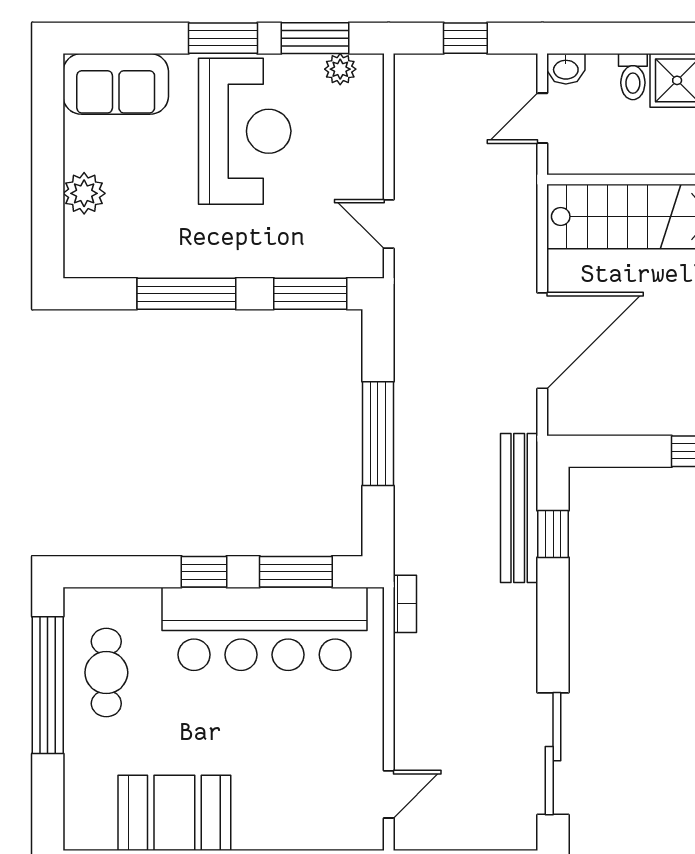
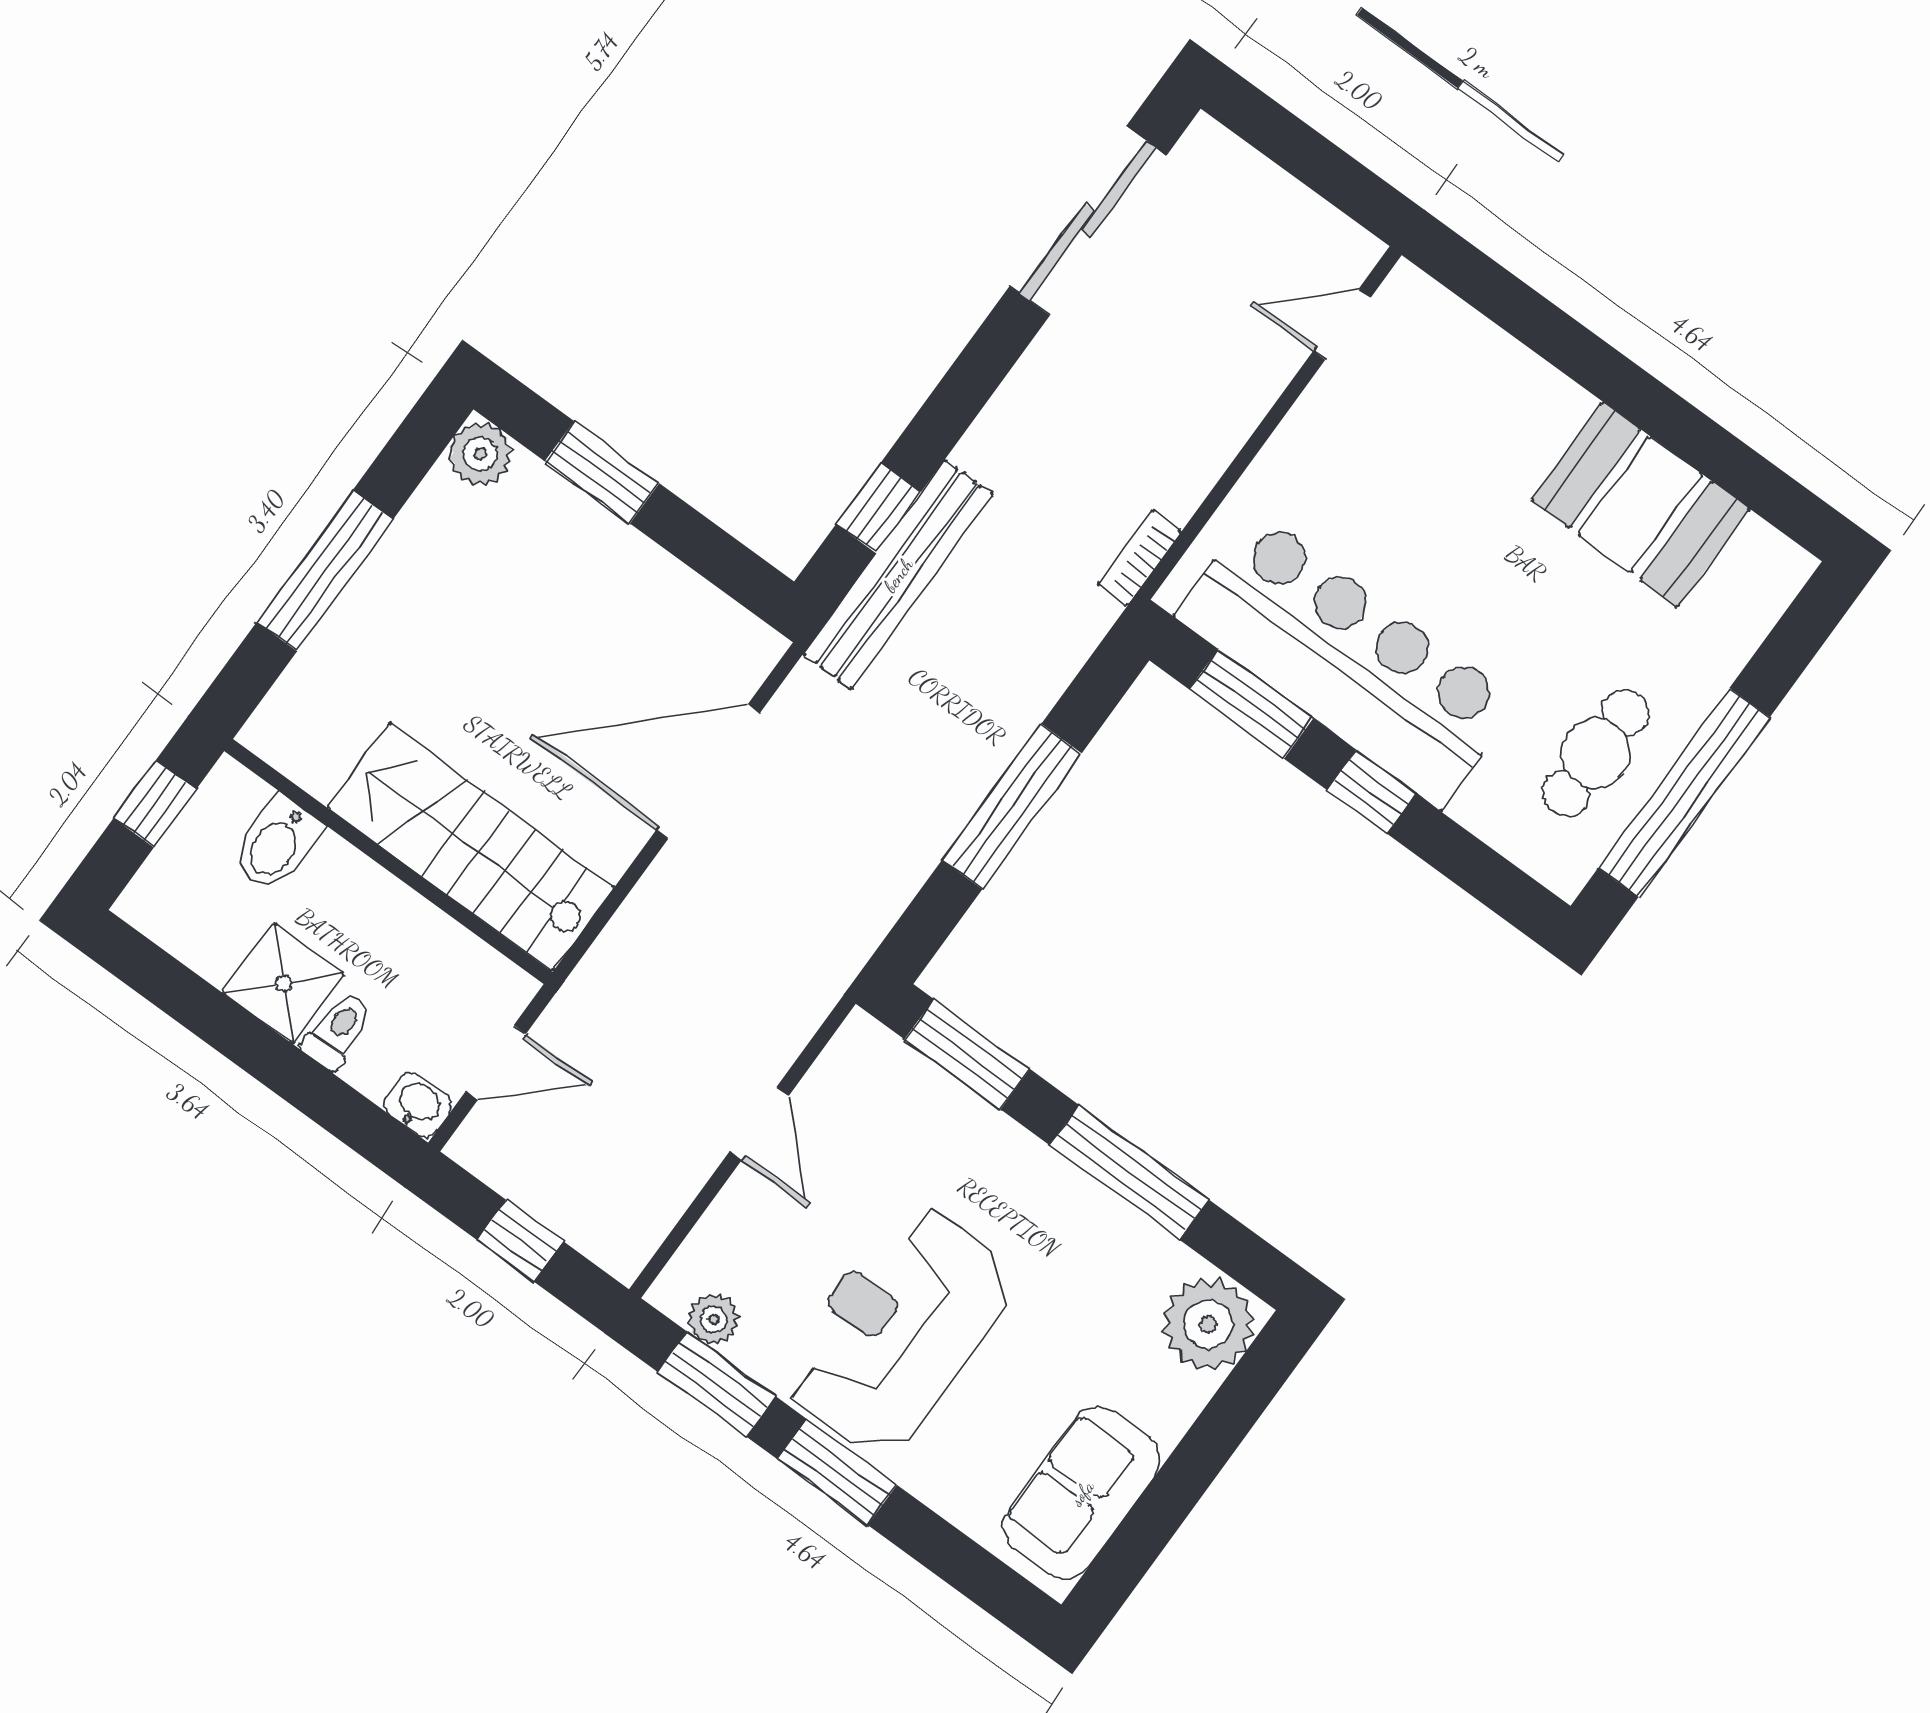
sofa: (116, 84) -> (1082, 1493), moved, turned -90
plant: (84, 193) -> (1208, 1324), moved, width x1.36, depth x1.36
door: (389, 224) -> (759, 1123), moved

